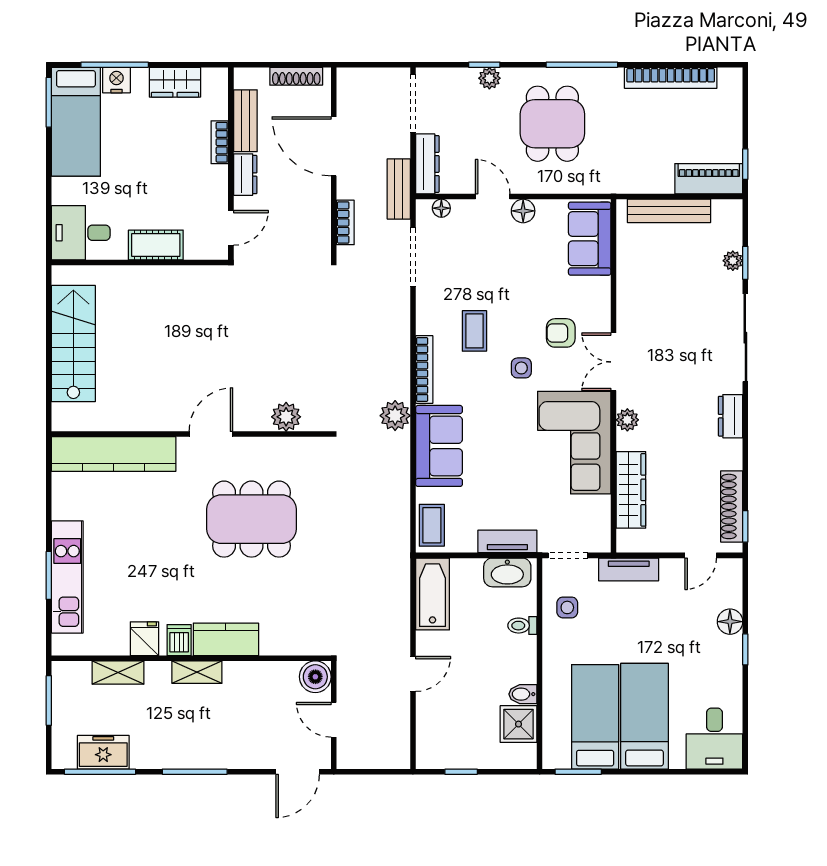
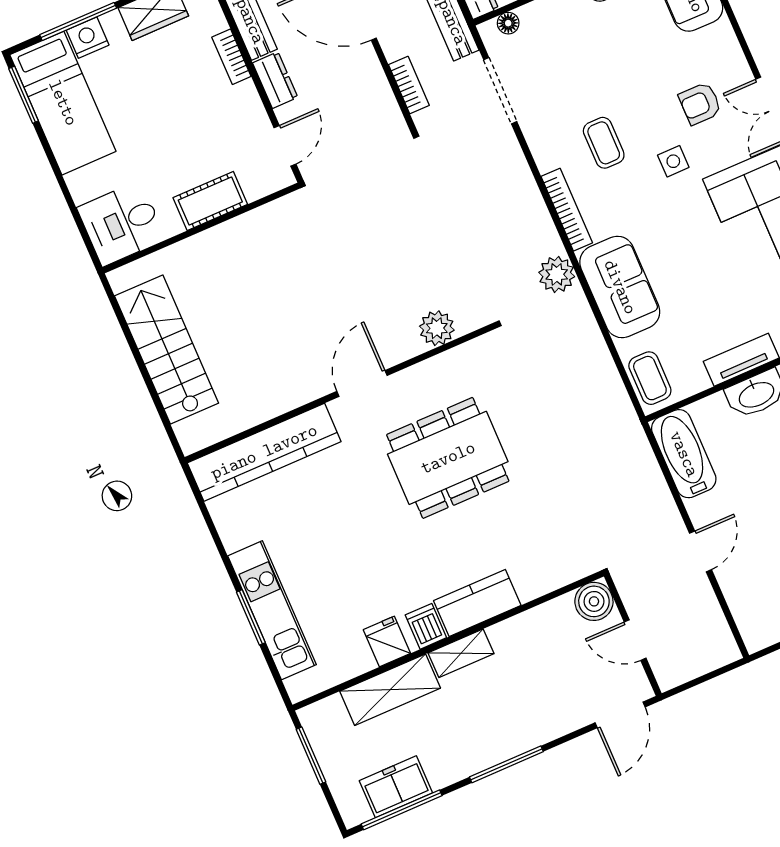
shelving: (118, 673) -> (390, 690), width x1.50, depth x1.33

